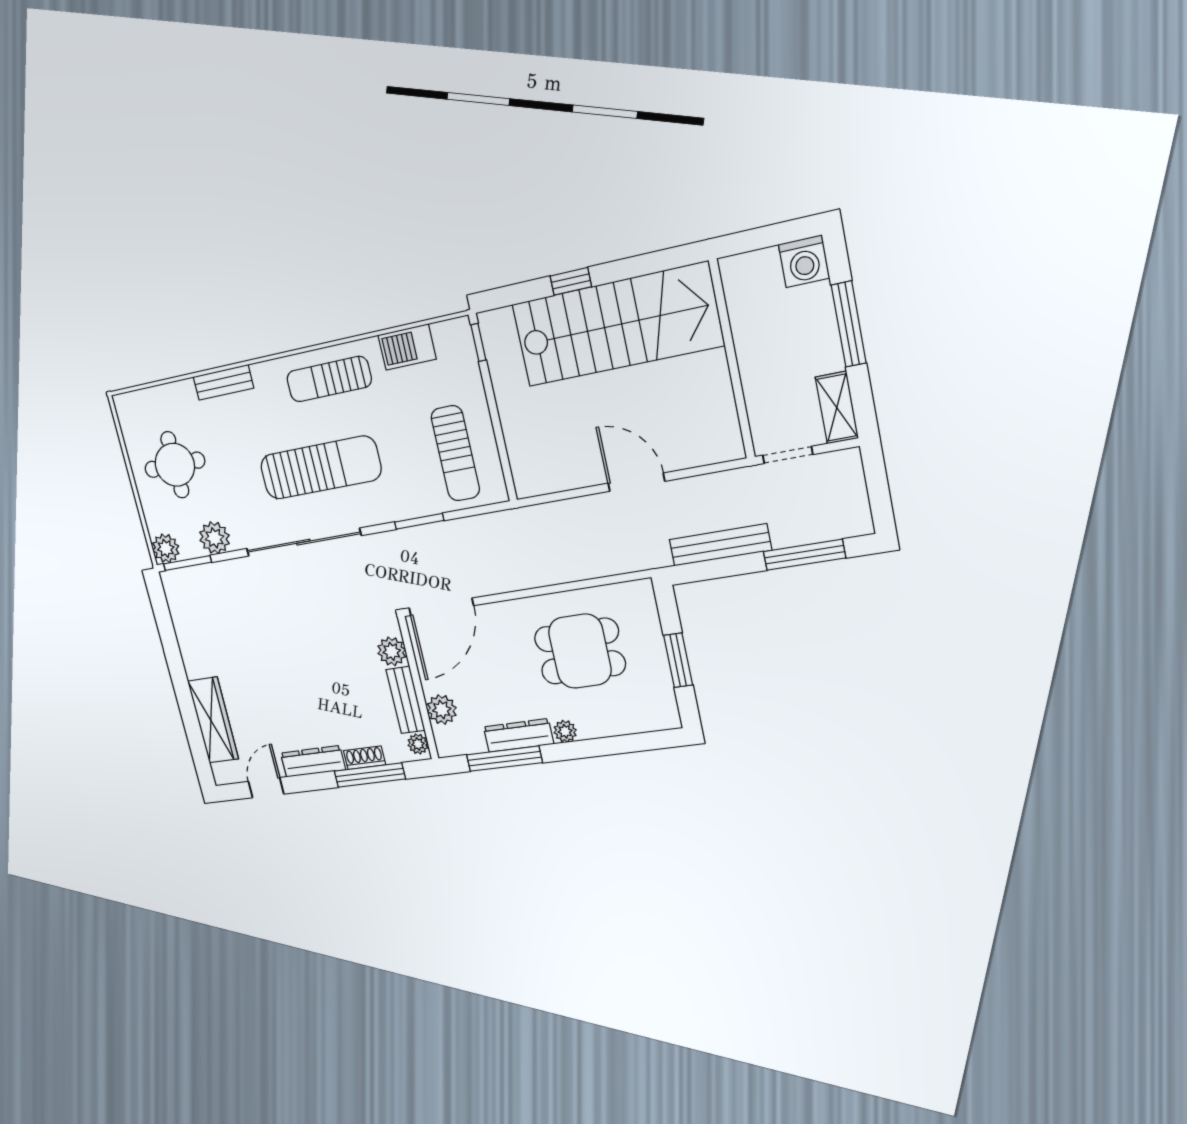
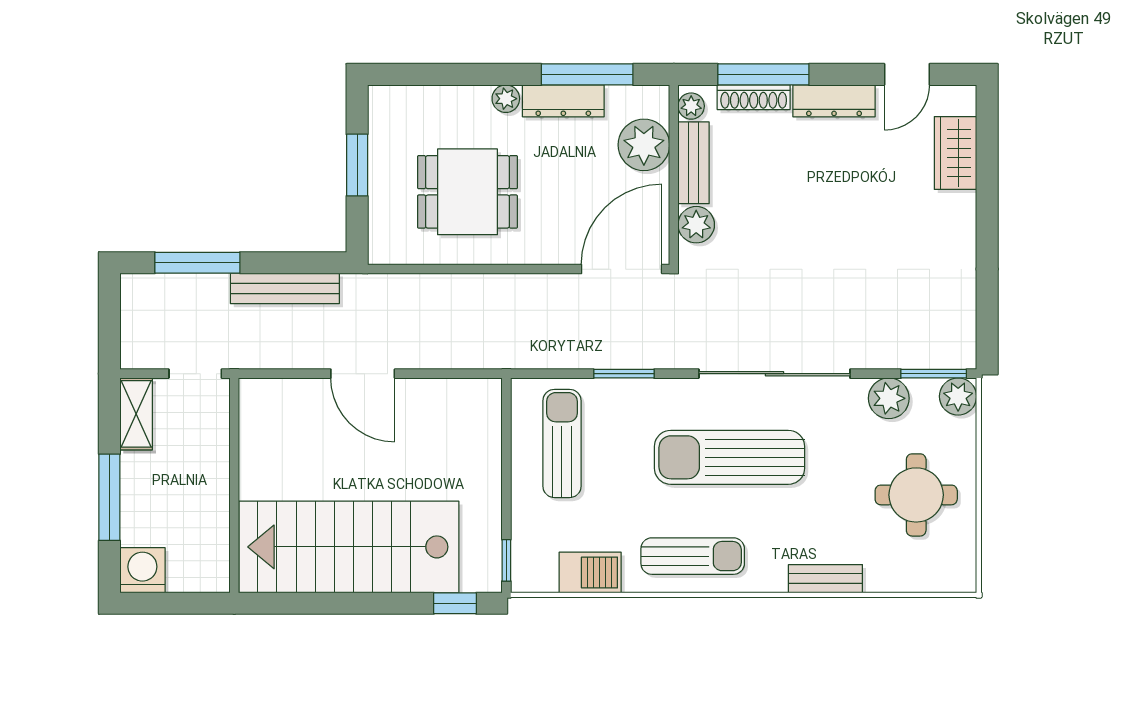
window: (571, 281) -> (455, 603), moved
plant: (442, 710) -> (644, 145), width x1.36, depth x1.36
wardrobe: (213, 720) -> (955, 153), width x0.67
shoe rack: (364, 758) -> (754, 97), width x1.43

